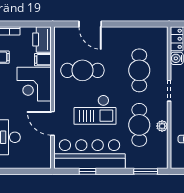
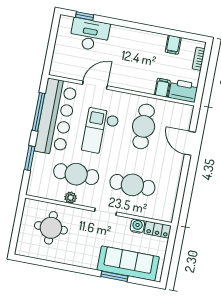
door: (90, 24) -> (190, 143), hinge flipped
corner desk: (34, 84) -> (139, 74), removed
window: (88, 171) -> (39, 112), width x2.17
window: (146, 171) -> (30, 158), moved

